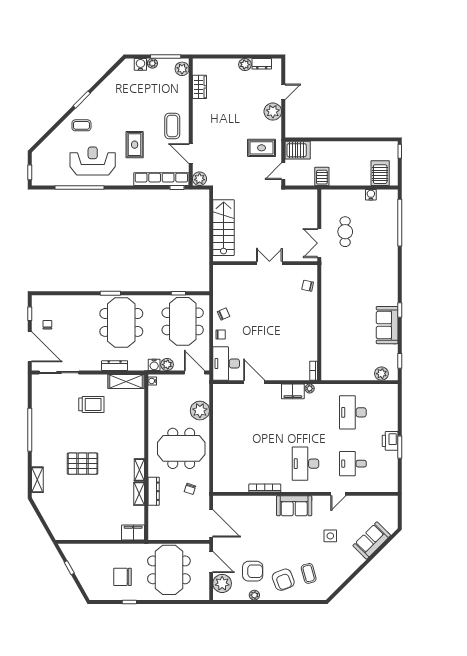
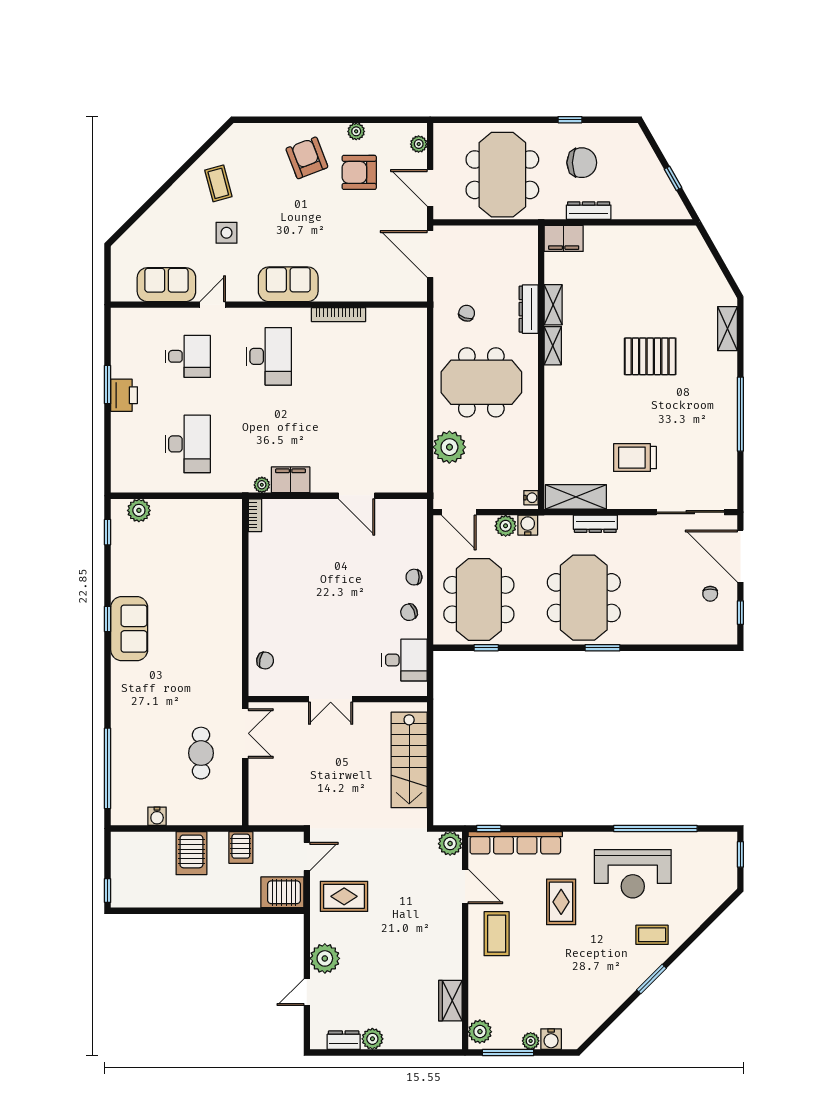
server rack: (380, 173) -> (191, 853), moved
sofa: (387, 325) -> (129, 629), moved
desk: (226, 364) -> (404, 660), moved, width x0.73
sofa: (372, 541) -> (166, 285), moved, turned -135
dresser: (119, 549) -> (589, 211), added
coffee table: (309, 573) -> (218, 183), moved
plant: (222, 583) -> (419, 144), width x0.53, depth x0.53

